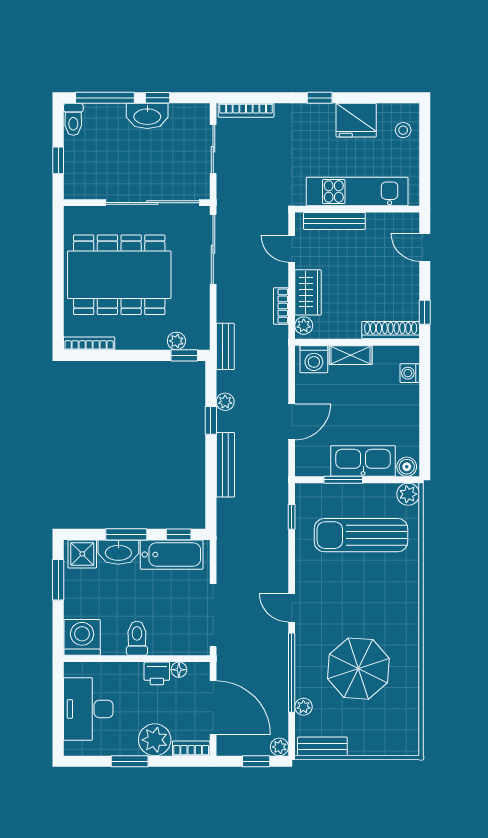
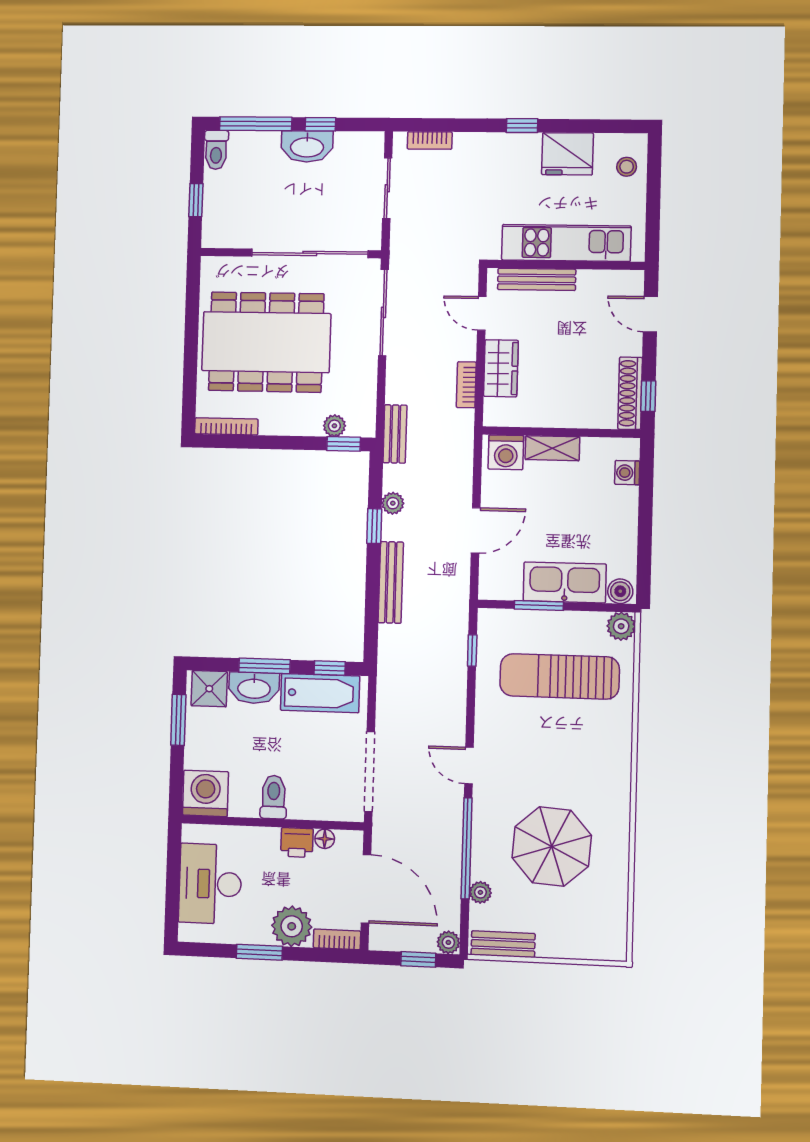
bookcase: (246, 110) -> (430, 140), width x0.64
plant: (304, 326) -> (494, 410), removed
shoe rack: (391, 330) -> (630, 393), moved, turned -90

